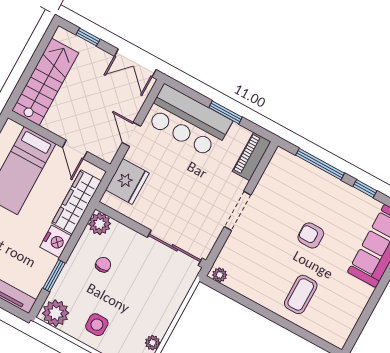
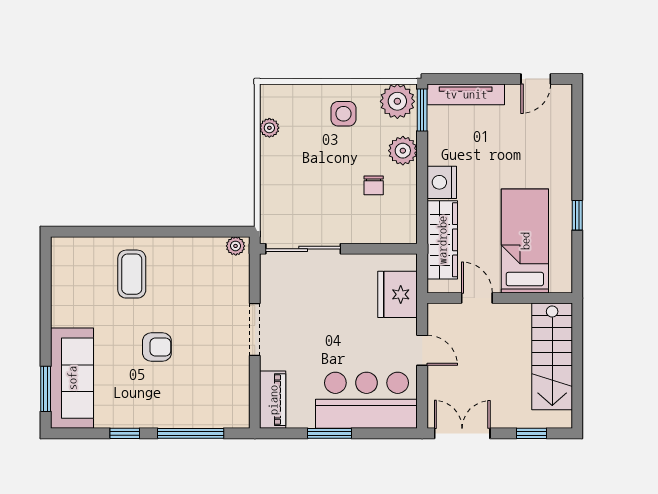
plant: (100, 224) -> (403, 151), moved
window: (54, 276) -> (422, 110), moved

